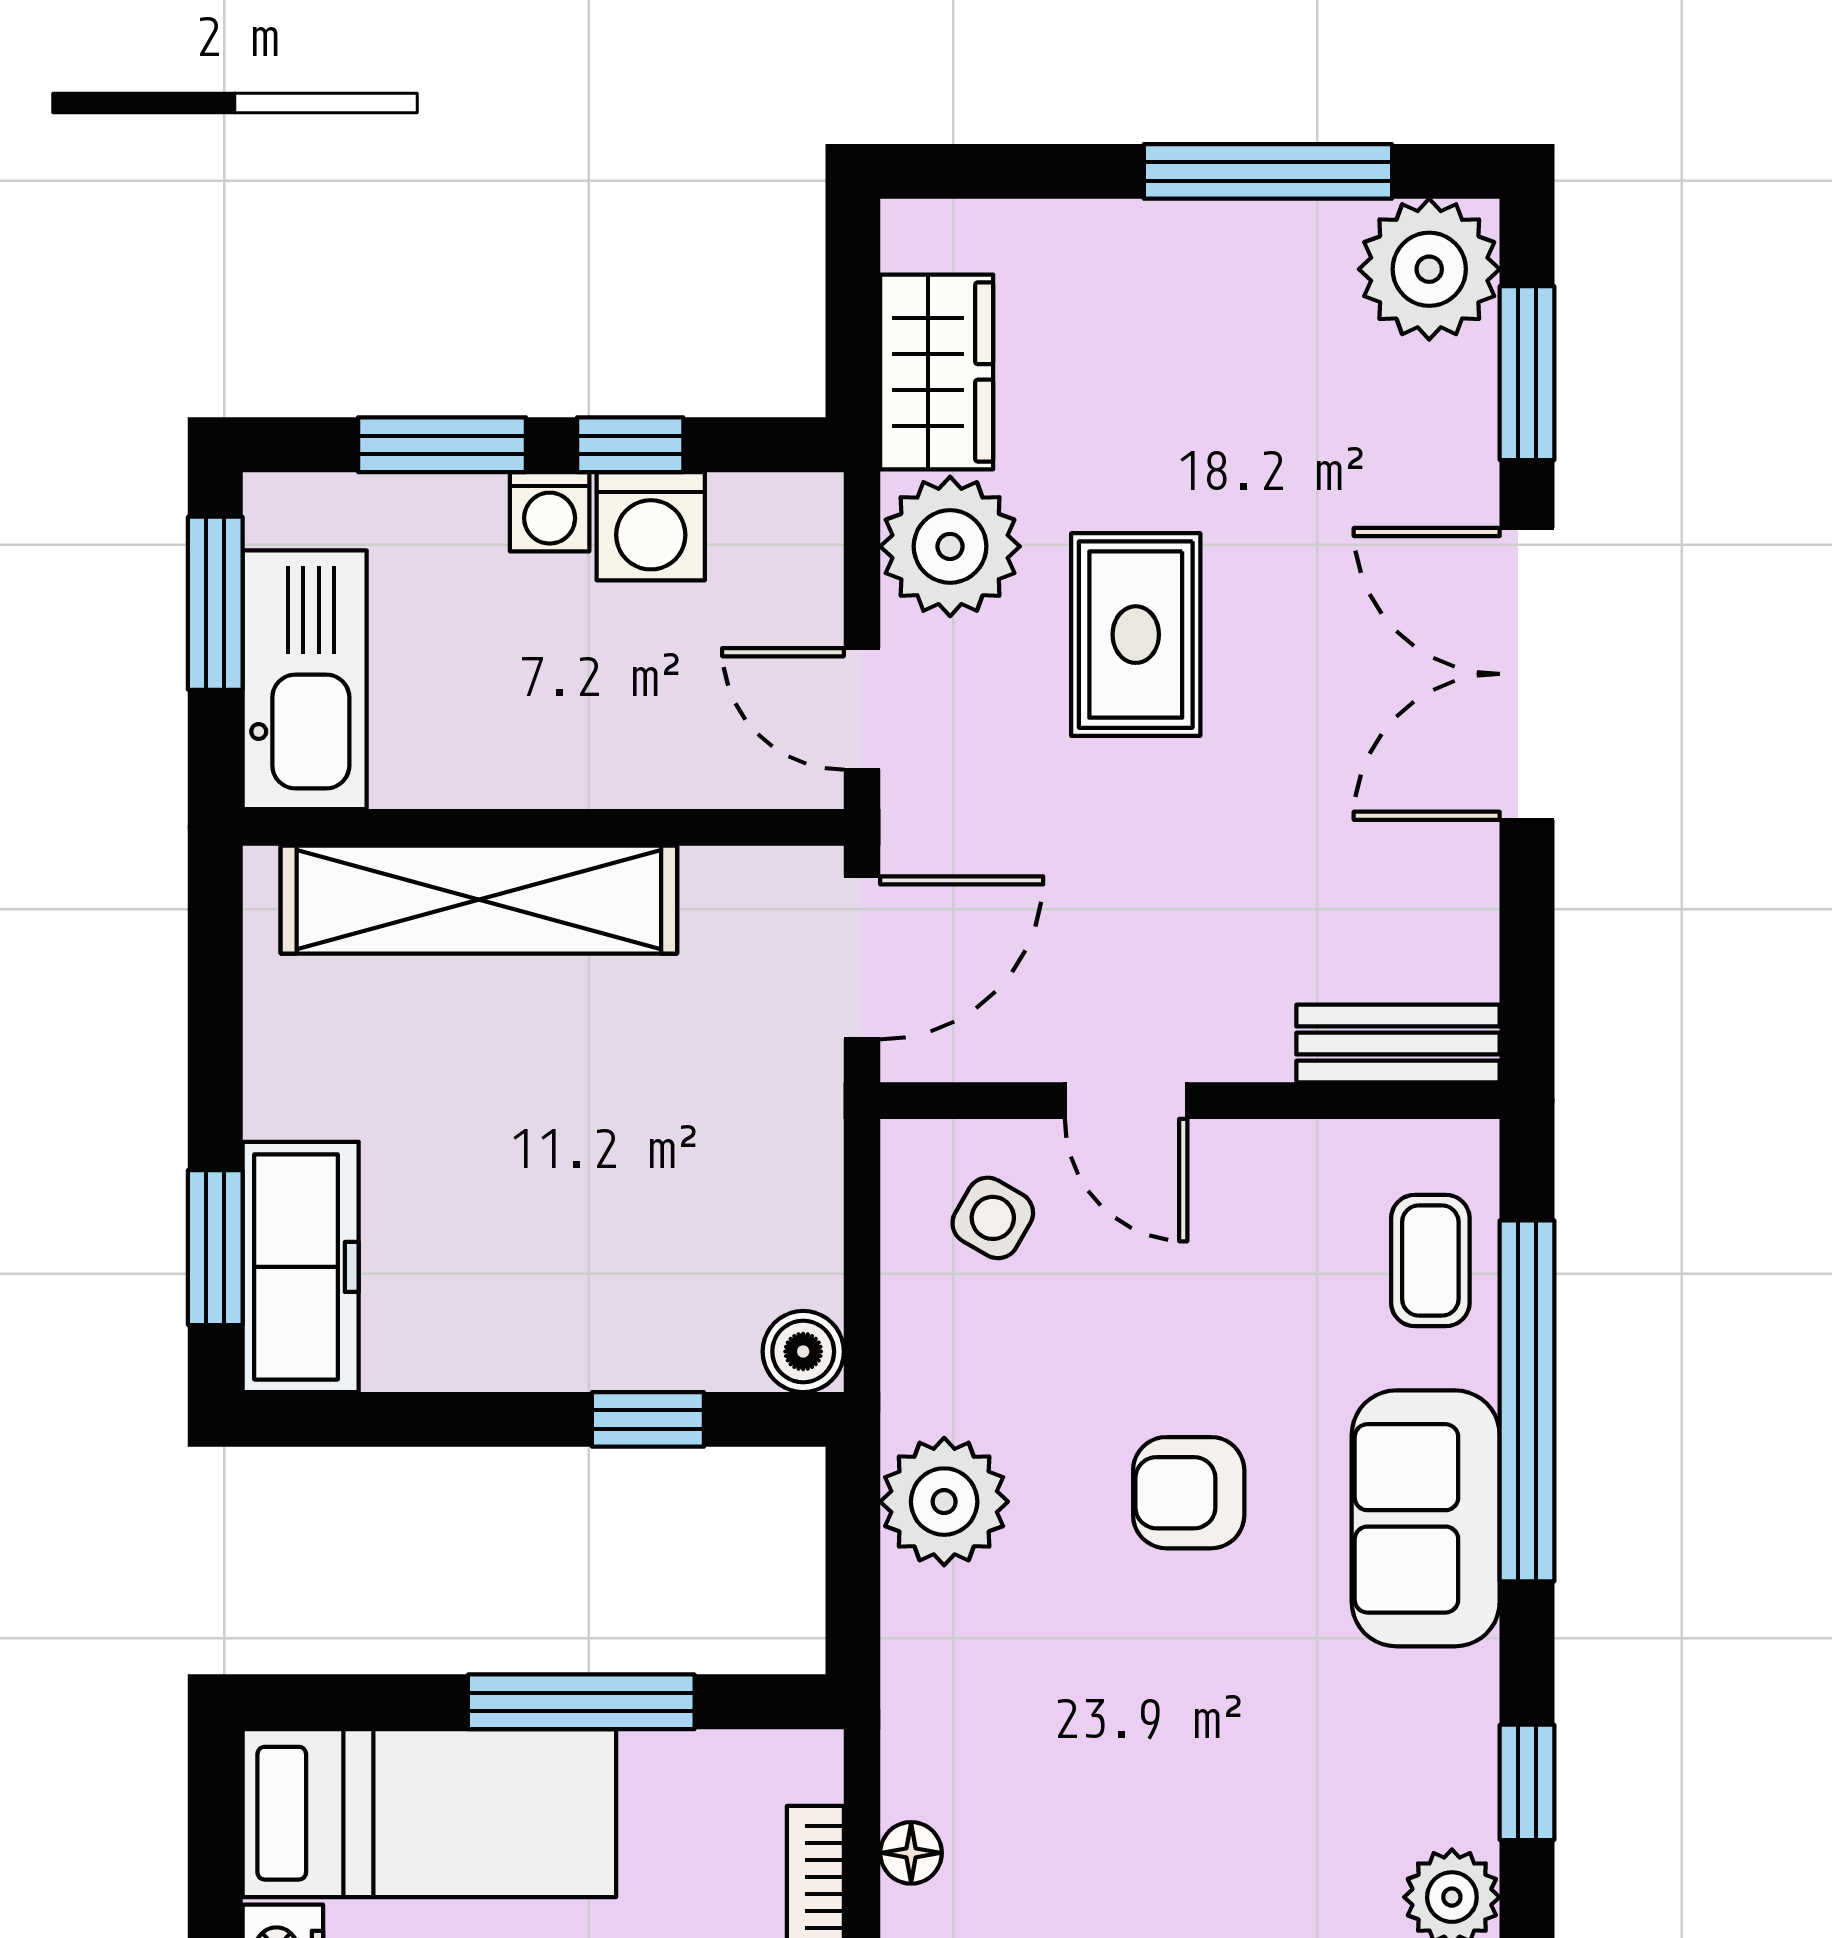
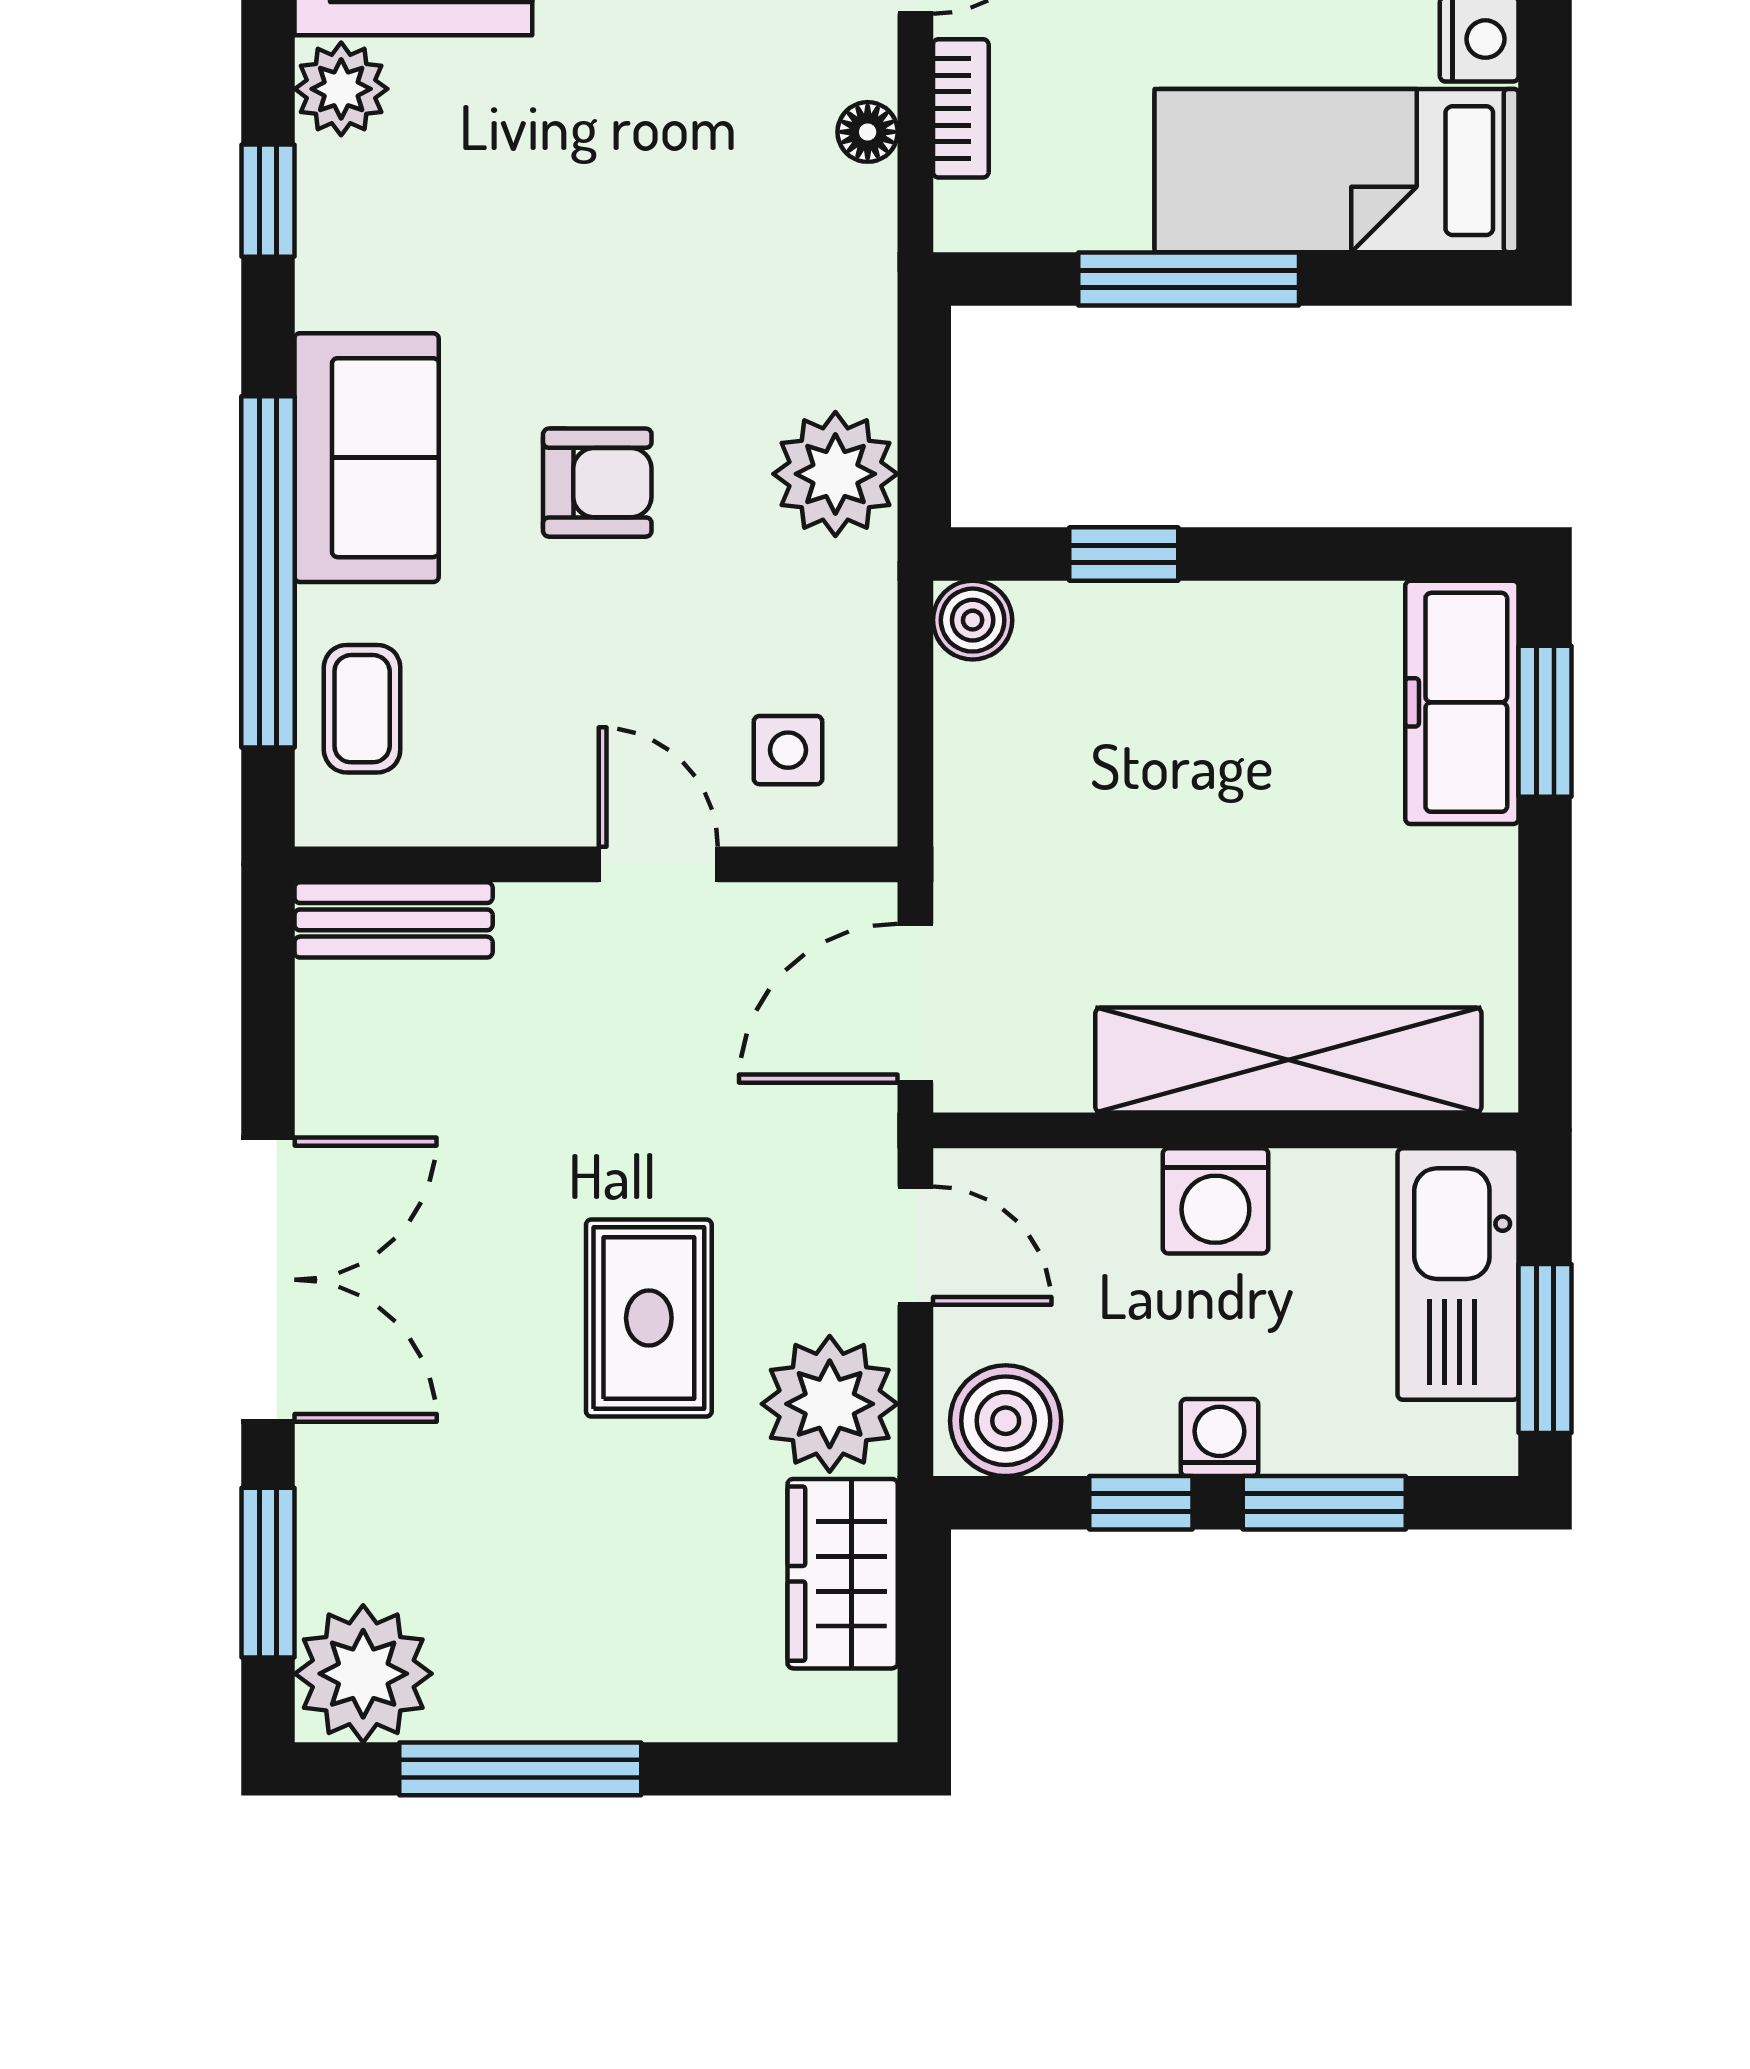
washing machine: (651, 526) -> (1215, 1201), moved, turned 180
boiler: (769, 529) -> (1006, 1421), added
side table: (993, 1218) -> (788, 750), turned -30

